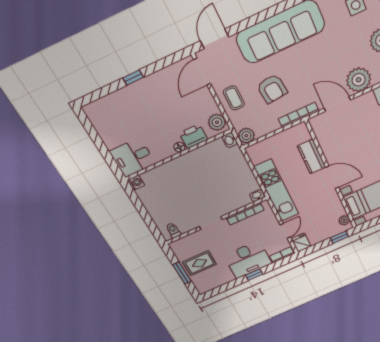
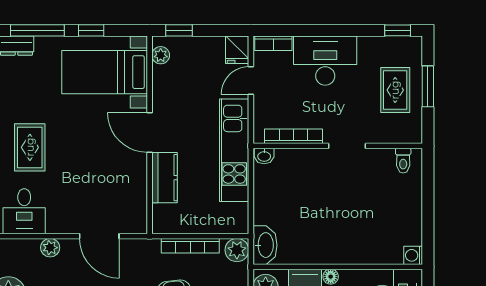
plant: (359, 80) -> (50, 248), width x0.53, depth x0.53
bookcase: (299, 115) -> (190, 246), moved
washbasin: (230, 140) -> (265, 245), width x1.91, depth x1.45
rug: (199, 263) -> (395, 90), turned 90
window: (254, 275) -> (398, 30), moved

